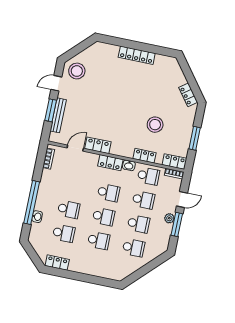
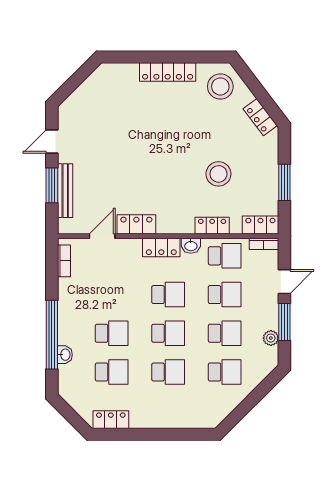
stool: (77, 71) -> (220, 86), moved
plant: (169, 218) -> (271, 338), moved

